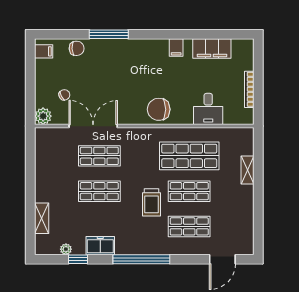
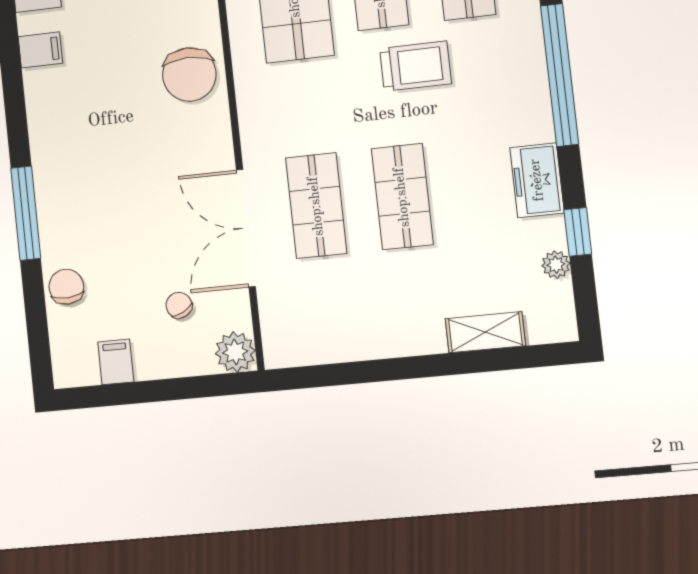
filing cabinet: (44, 51) -> (116, 362), moved

